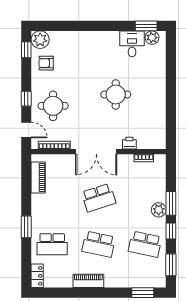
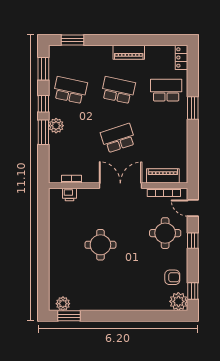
desk: (132, 44) -> (84, 297), removed
printer: (129, 143) -> (70, 195), moved
piano: (38, 177) -> (163, 176), moved, turned 90

